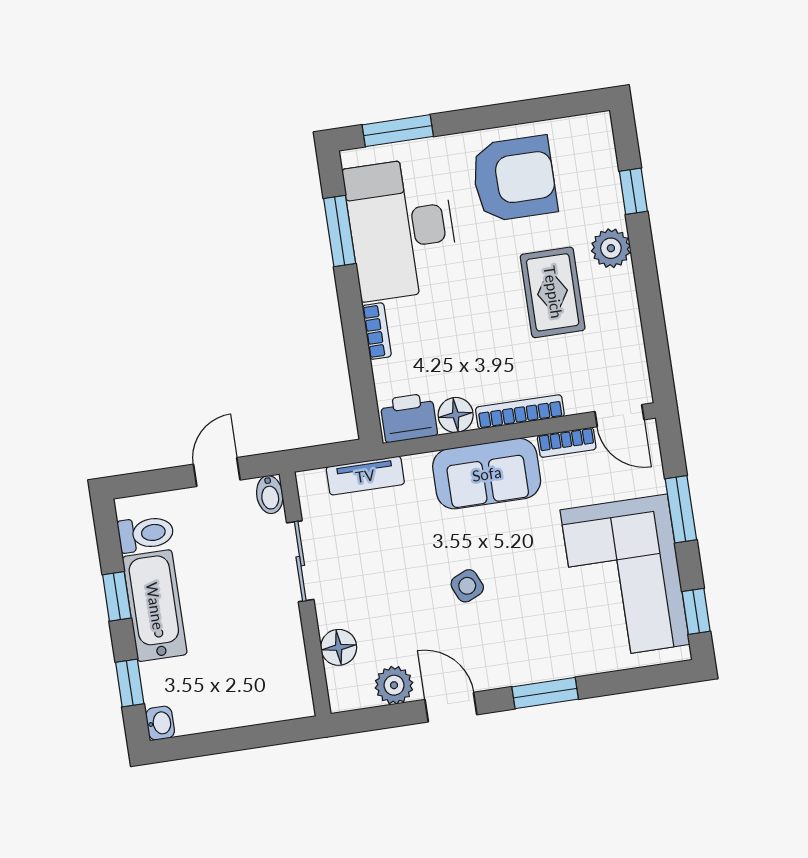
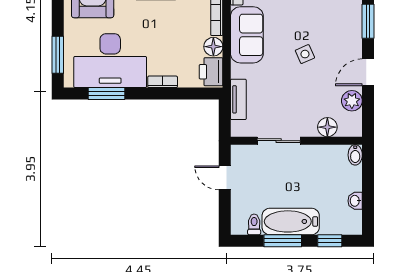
bidet: (270, 495) -> (355, 155), moved, turned 90
toilet: (146, 534) -> (254, 224), width x0.73, depth x0.72
window: (117, 596) -> (283, 241), width x1.50
washbasin: (160, 723) -> (355, 201), moved, turned -90

